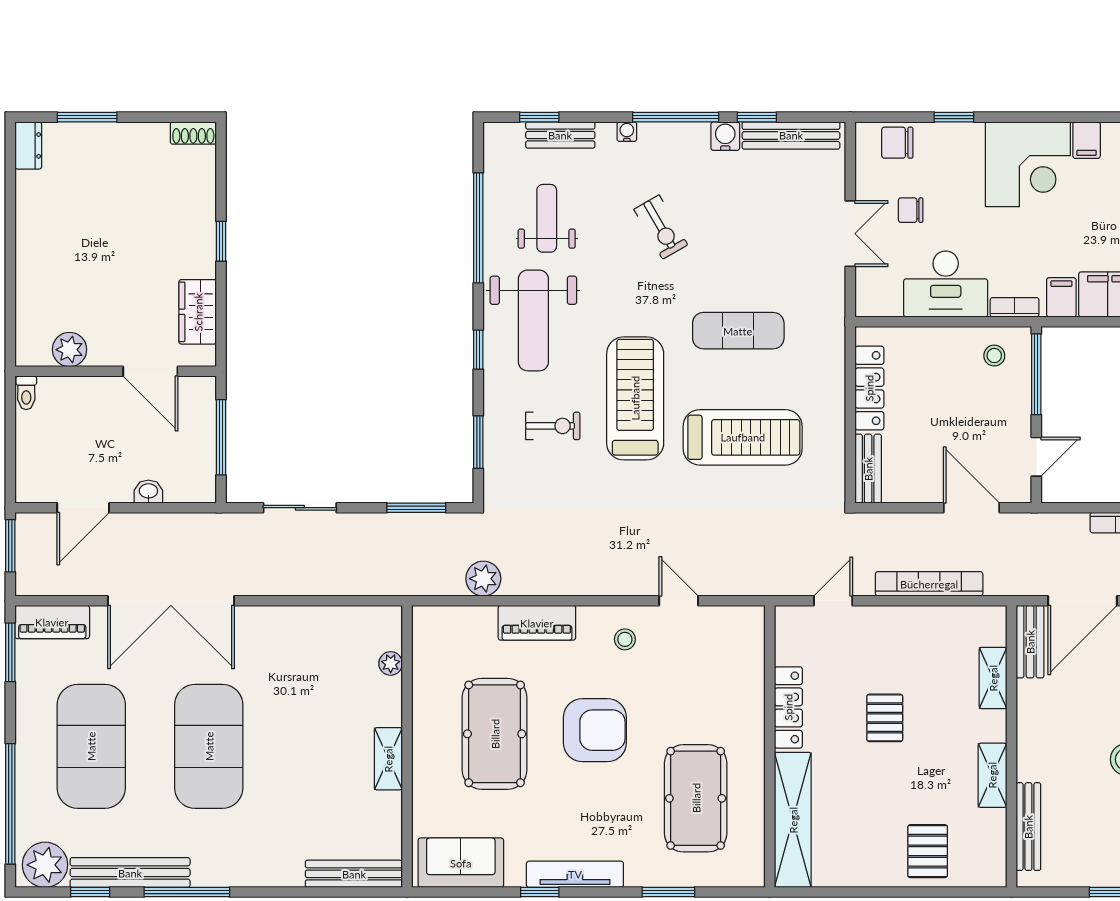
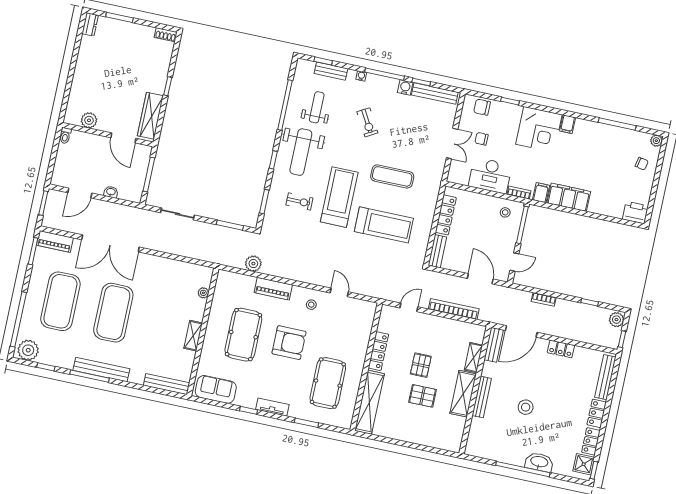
wardrobe: (198, 312) -> (150, 116), width x1.50
shelving: (992, 775) -> (463, 394), width x1.50, depth x1.33
bench: (1028, 827) -> (482, 397), moved
pallet: (928, 851) -> (423, 396), moved, turned 90
bench: (130, 873) -> (101, 370), moved
tv unit: (575, 874) -> (272, 407), width x0.71

